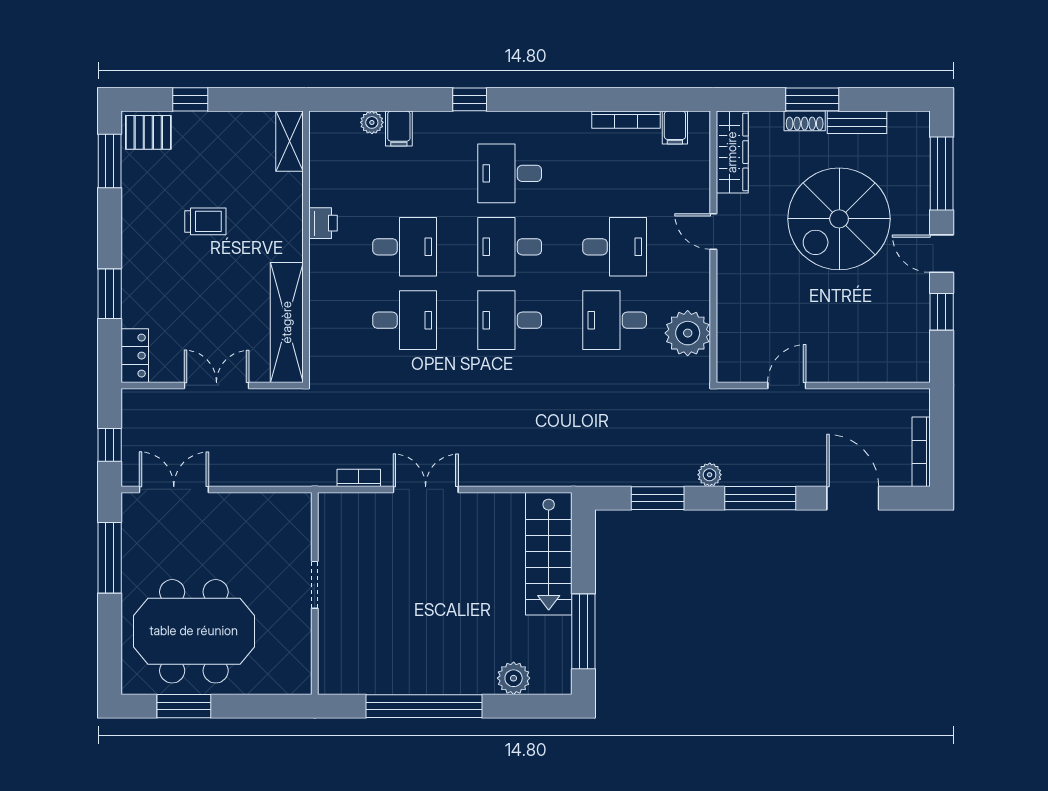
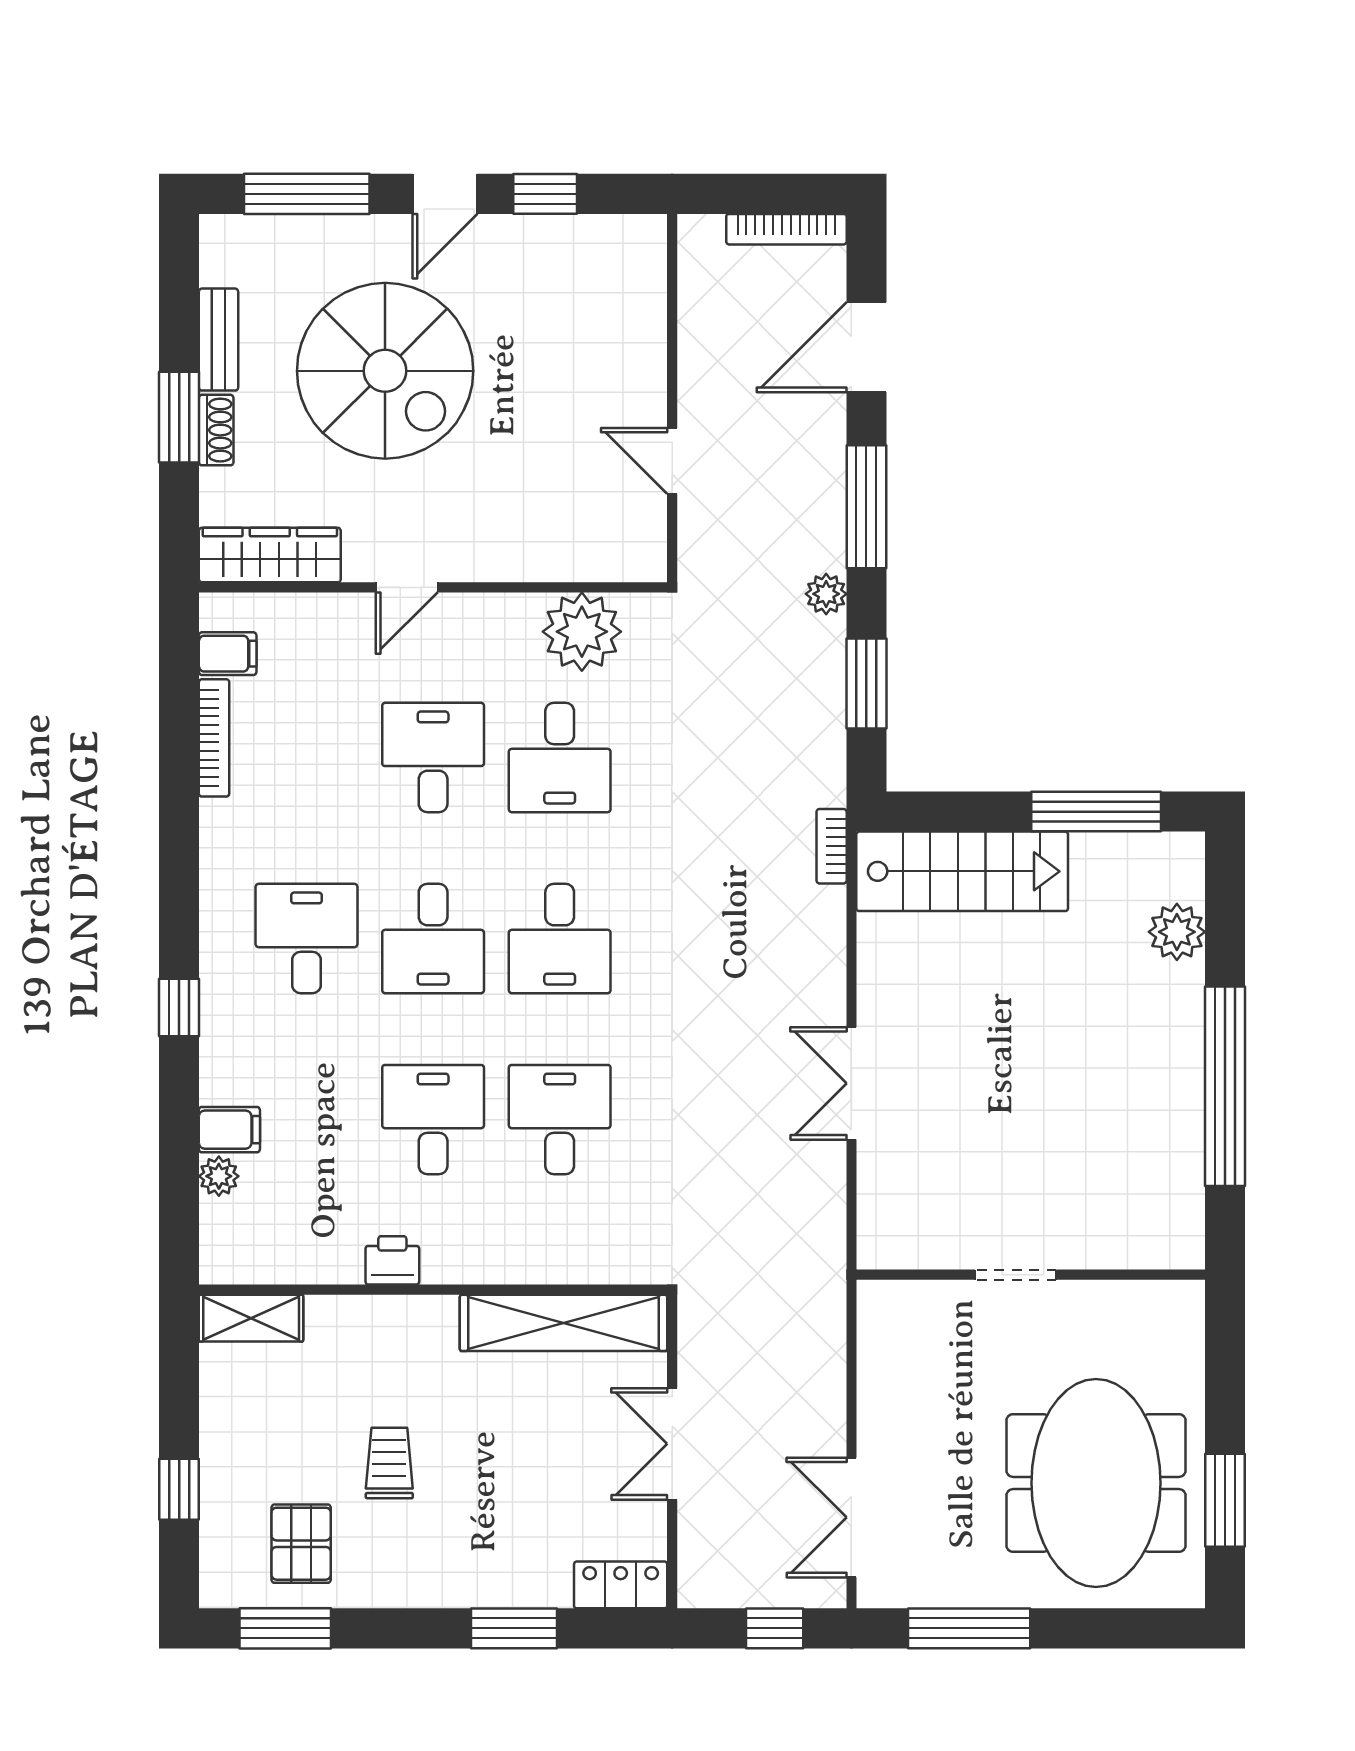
pallet: (148, 132) -> (301, 1544), moved
desk: (510, 173) -> (306, 939), turned 180
bookcase: (359, 478) -> (832, 846), moved

